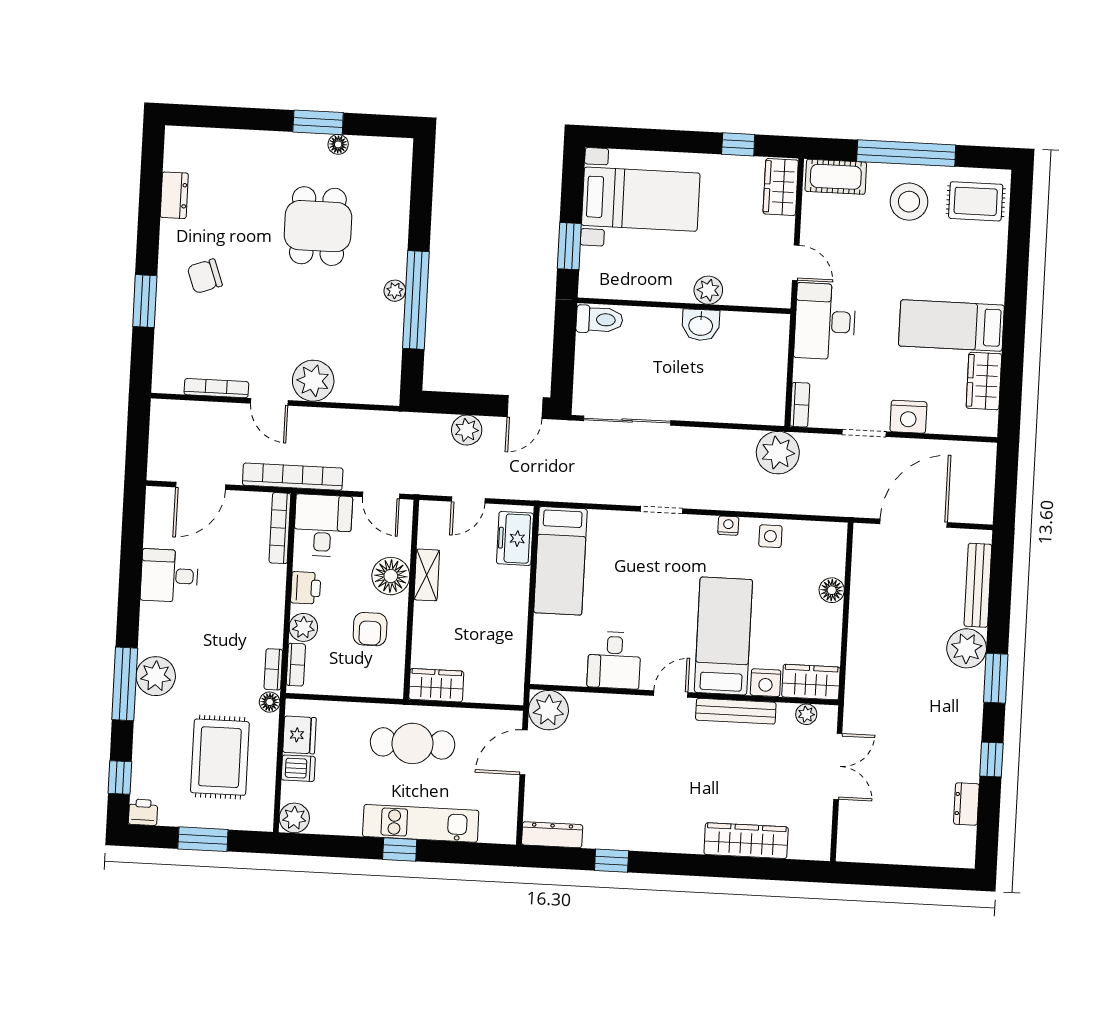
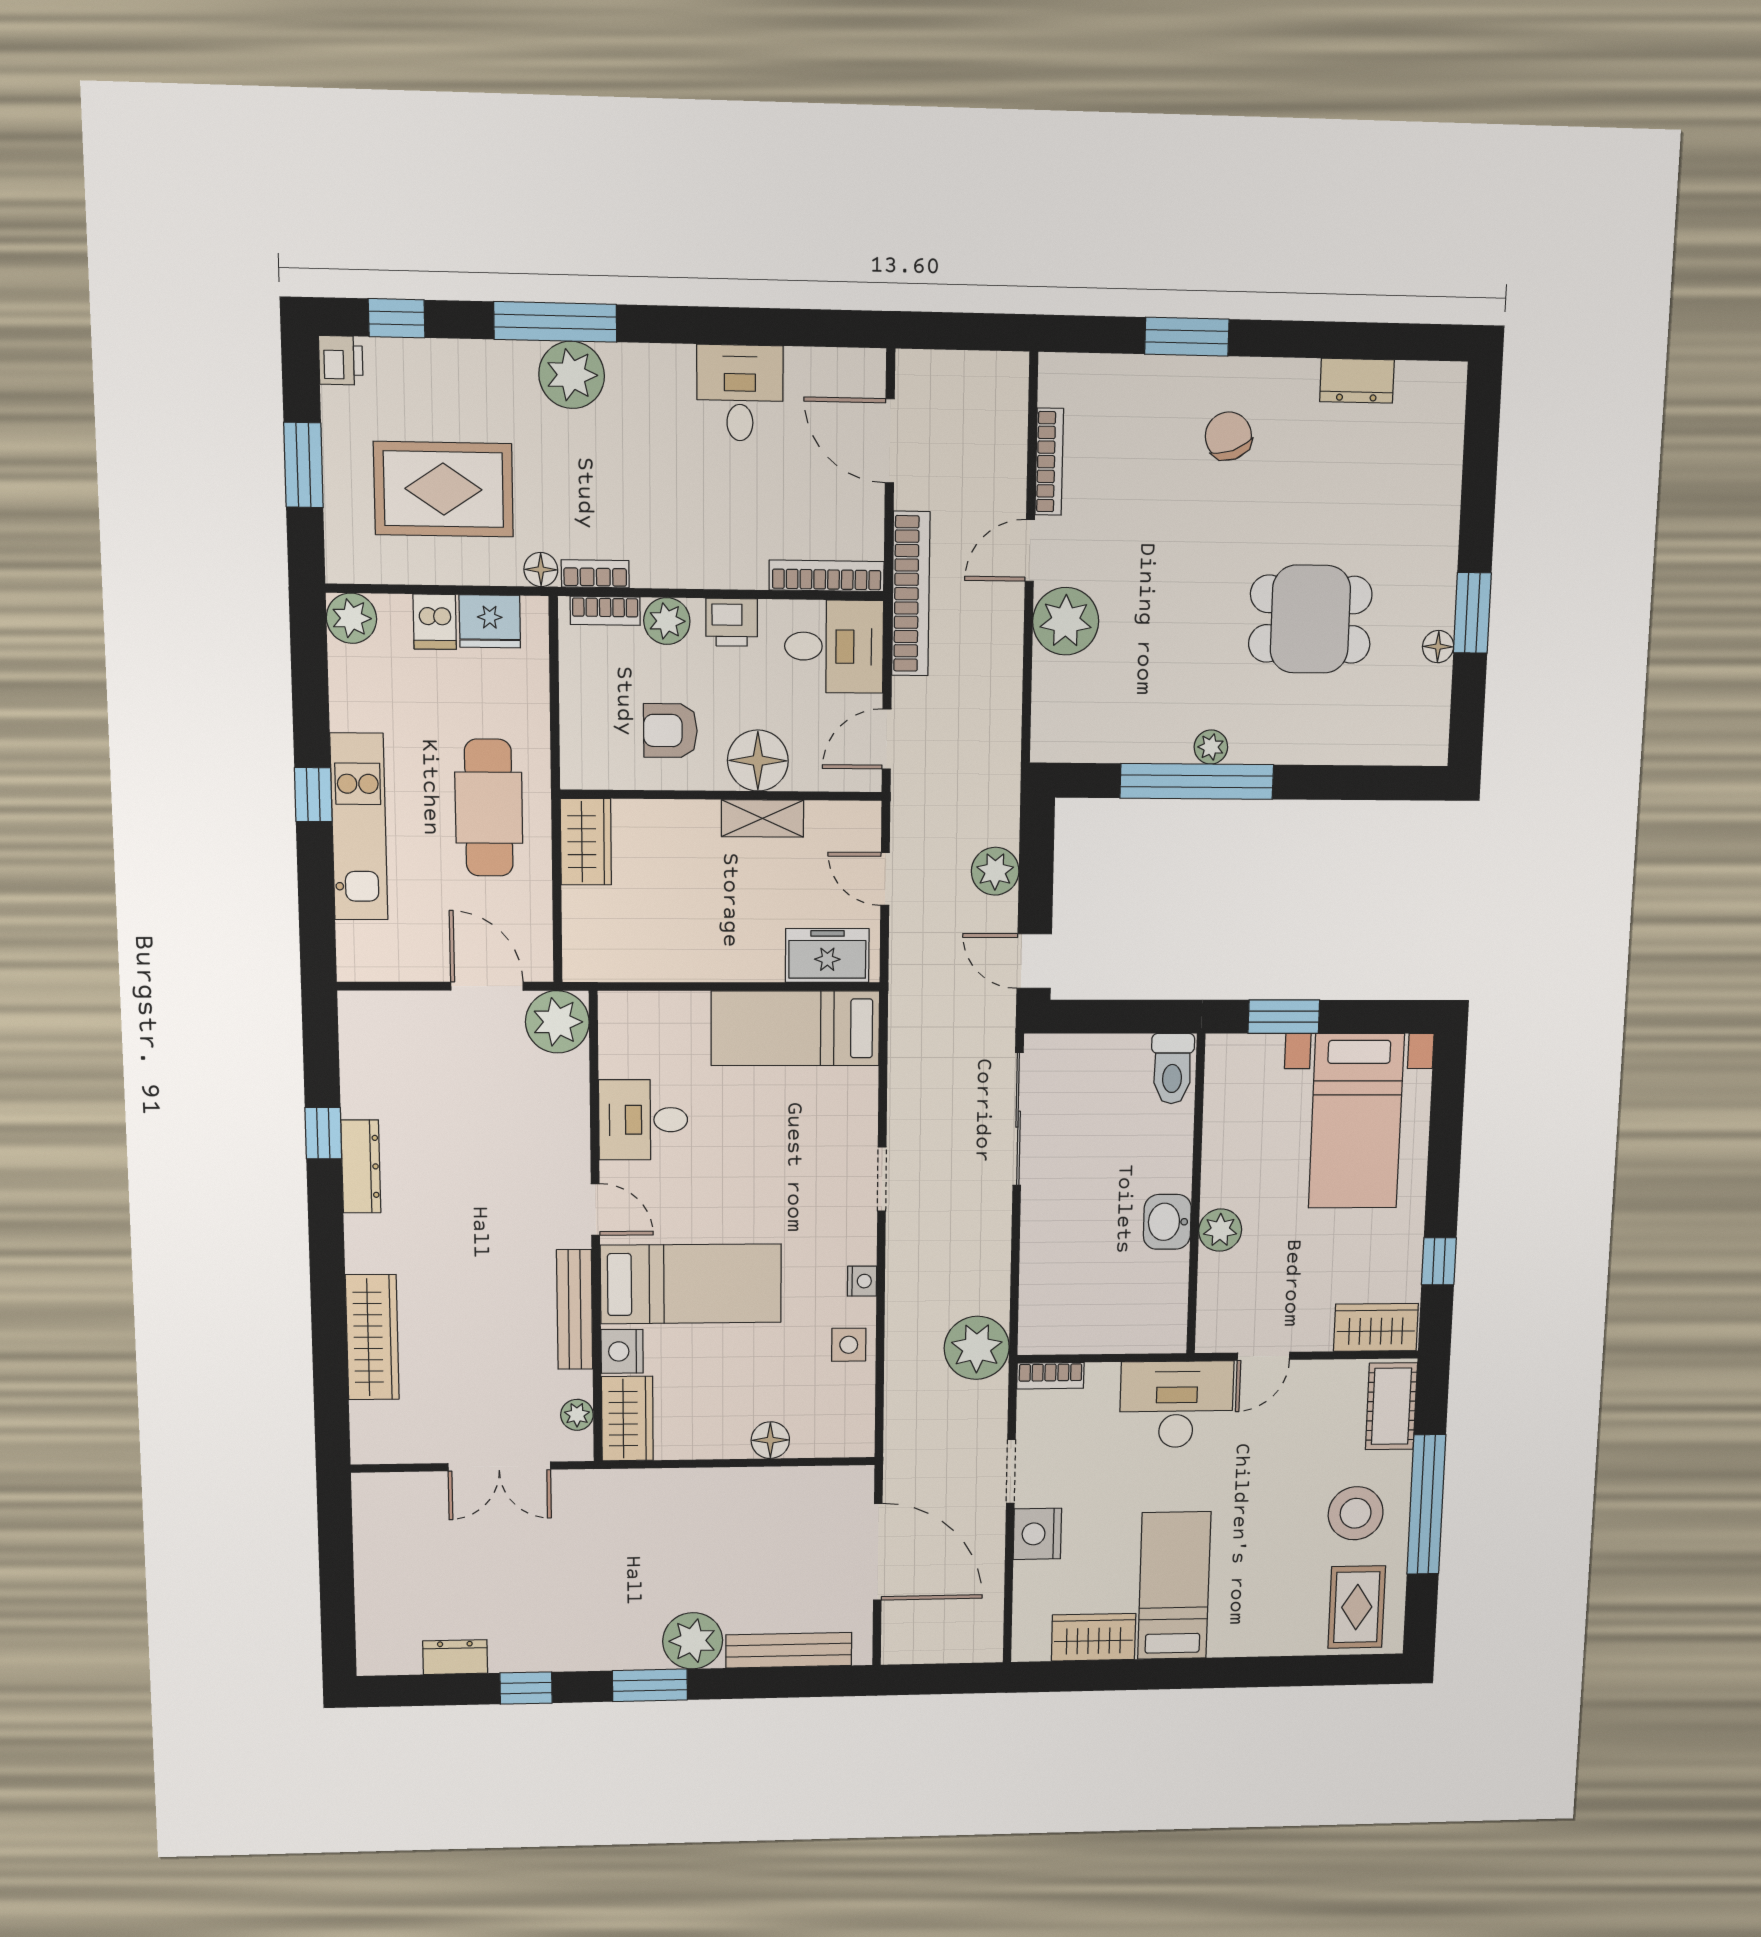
dresser: (552, 835) -> (361, 1166), moved

